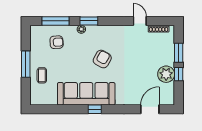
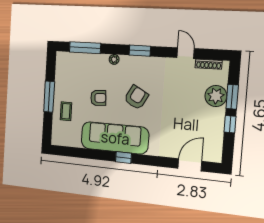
window: (89, 21) -> (140, 51), moved
armchair: (57, 42) -> (98, 98), moved
plant: (166, 74) -> (216, 96), moved

